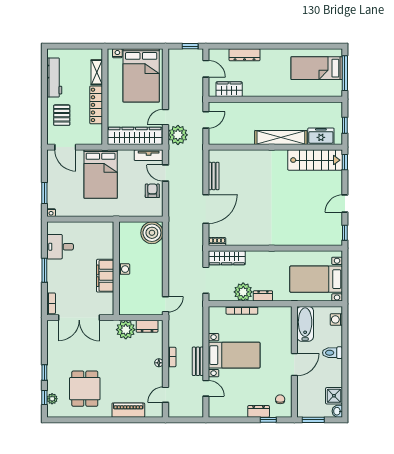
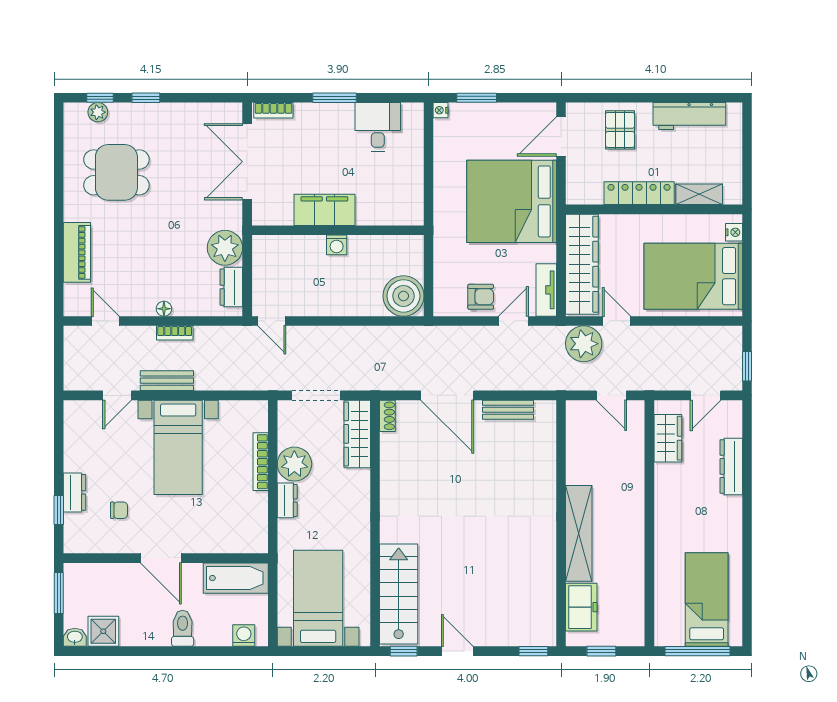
pallet: (62, 115) -> (620, 130), turned 90
stairs: (315, 160) -> (399, 594), moved, turned 180
bed: (101, 174) -> (512, 201), width x1.36
chair: (280, 399) -> (119, 510), moved

